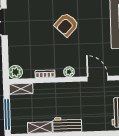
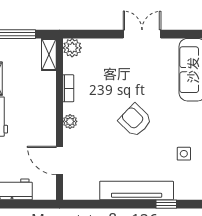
door: (98, 79) -> (59, 161), swing flipped

